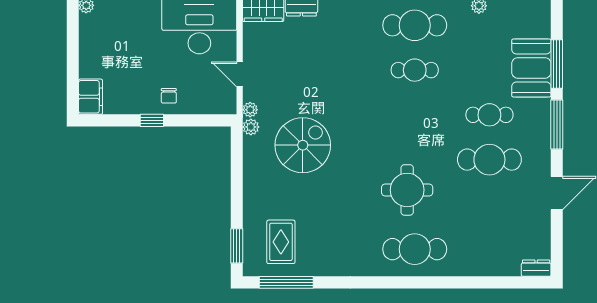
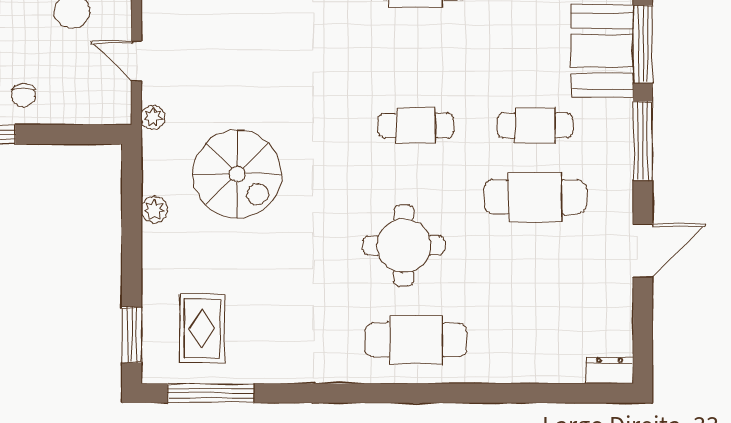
cafe table: (415, 70) -> (416, 126), moved
plant: (251, 127) -> (154, 210), moved
spiral stairs: (303, 145) -> (237, 174), turned 90

